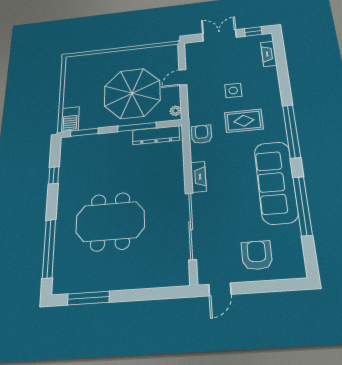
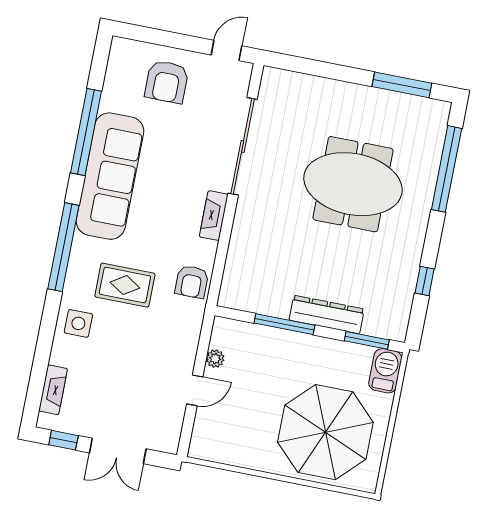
side table: (233, 90) -> (78, 323), moved
parasol: (132, 93) -> (325, 432), moved
plant: (176, 111) -> (215, 359), moved
dresser: (156, 135) -> (327, 314), moved

